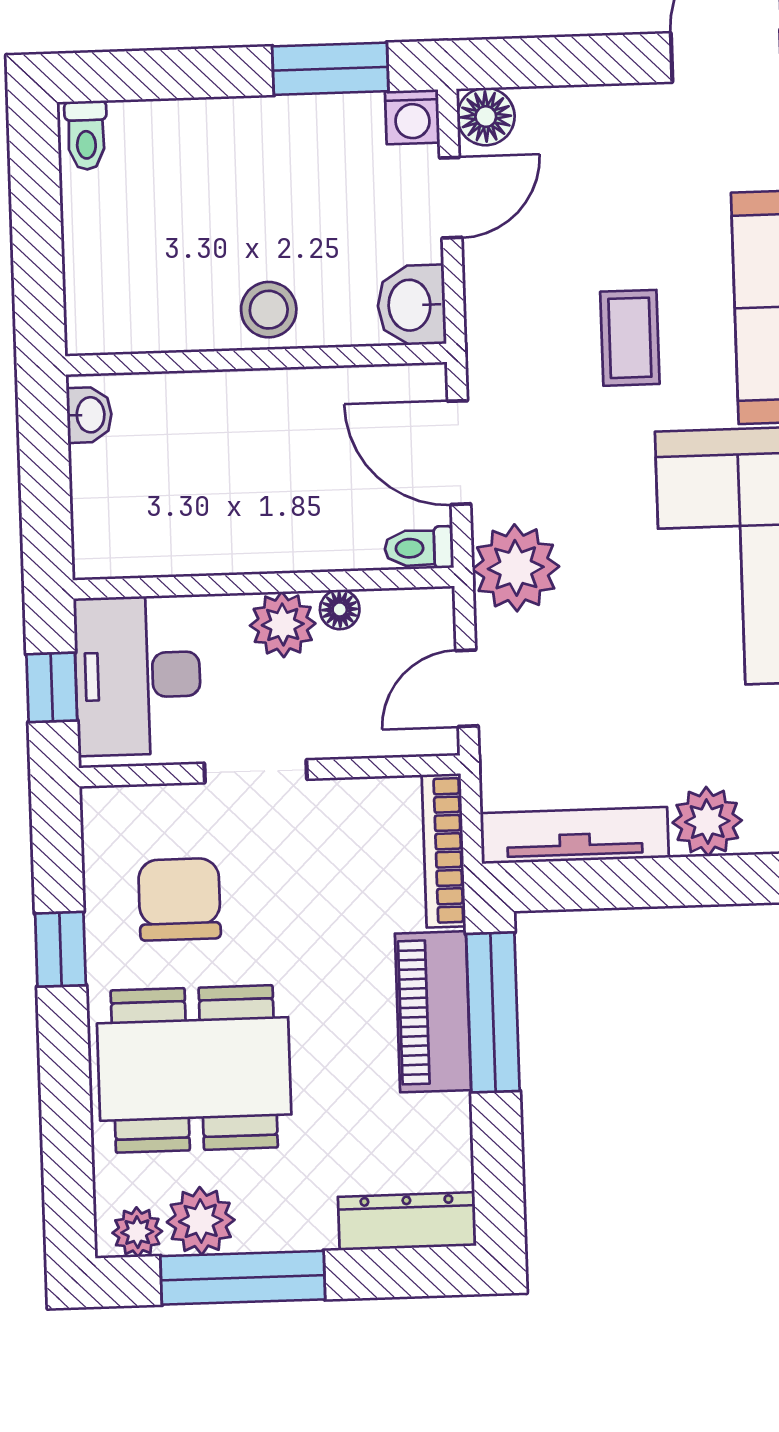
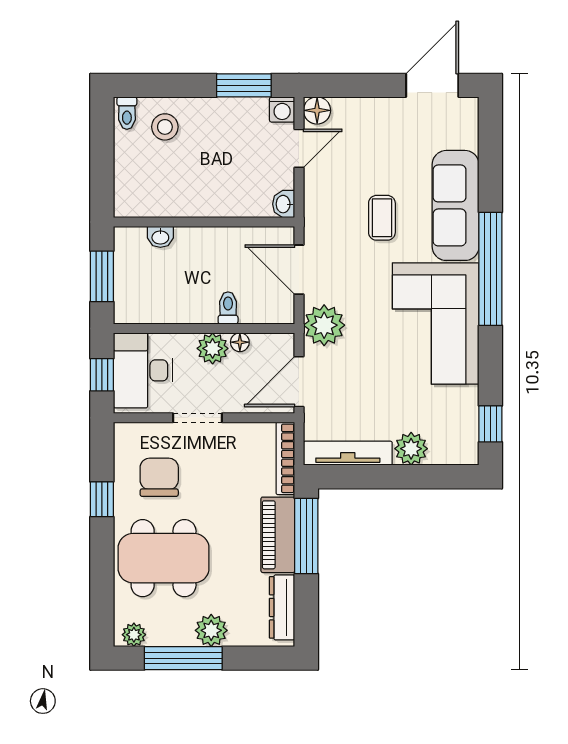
washbasin: (412, 305) -> (284, 204), width x0.72, depth x0.69
stool: (269, 310) -> (165, 127), moved
washbasin: (89, 415) -> (160, 237), moved, turned 90
window: (45, 481) -> (102, 276), added
toilet: (419, 548) -> (228, 308), moved, turned 90
door: (467, 688) -> (299, 382), width x1.38
plant: (201, 1221) -> (211, 630), moved
dresser: (407, 1221) -> (282, 607), moved, turned -90

